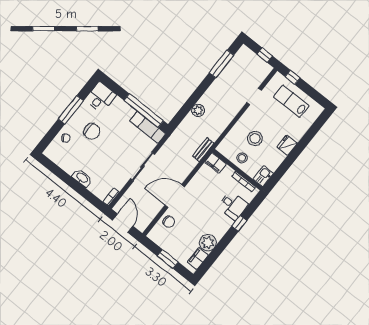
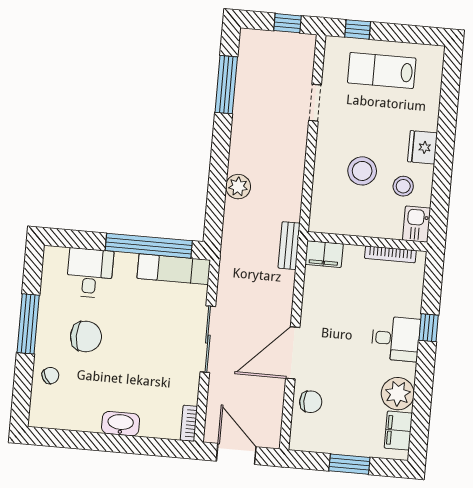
desk: (101, 97) -> (90, 273), moved
stool: (242, 158) -> (403, 186), moved
desk: (233, 206) -> (396, 339), moved

